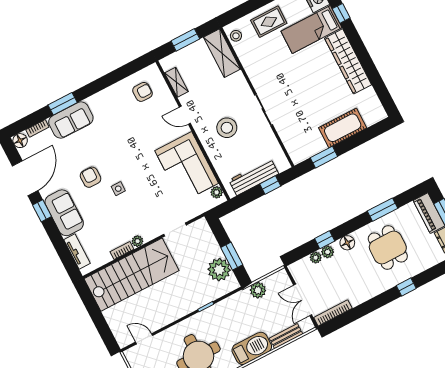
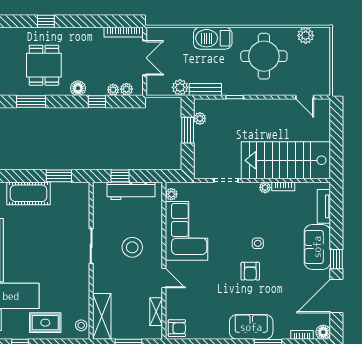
armchair: (142, 92) -> (177, 328), moved, turned 180
sofa: (71, 120) -> (251, 327), moved
armchair: (91, 177) -> (250, 271), moved
plant: (328, 252) -> (126, 89), moved
plant: (219, 270) -> (200, 118), width x0.53, depth x0.53
bench: (286, 336) -> (205, 89), moved

